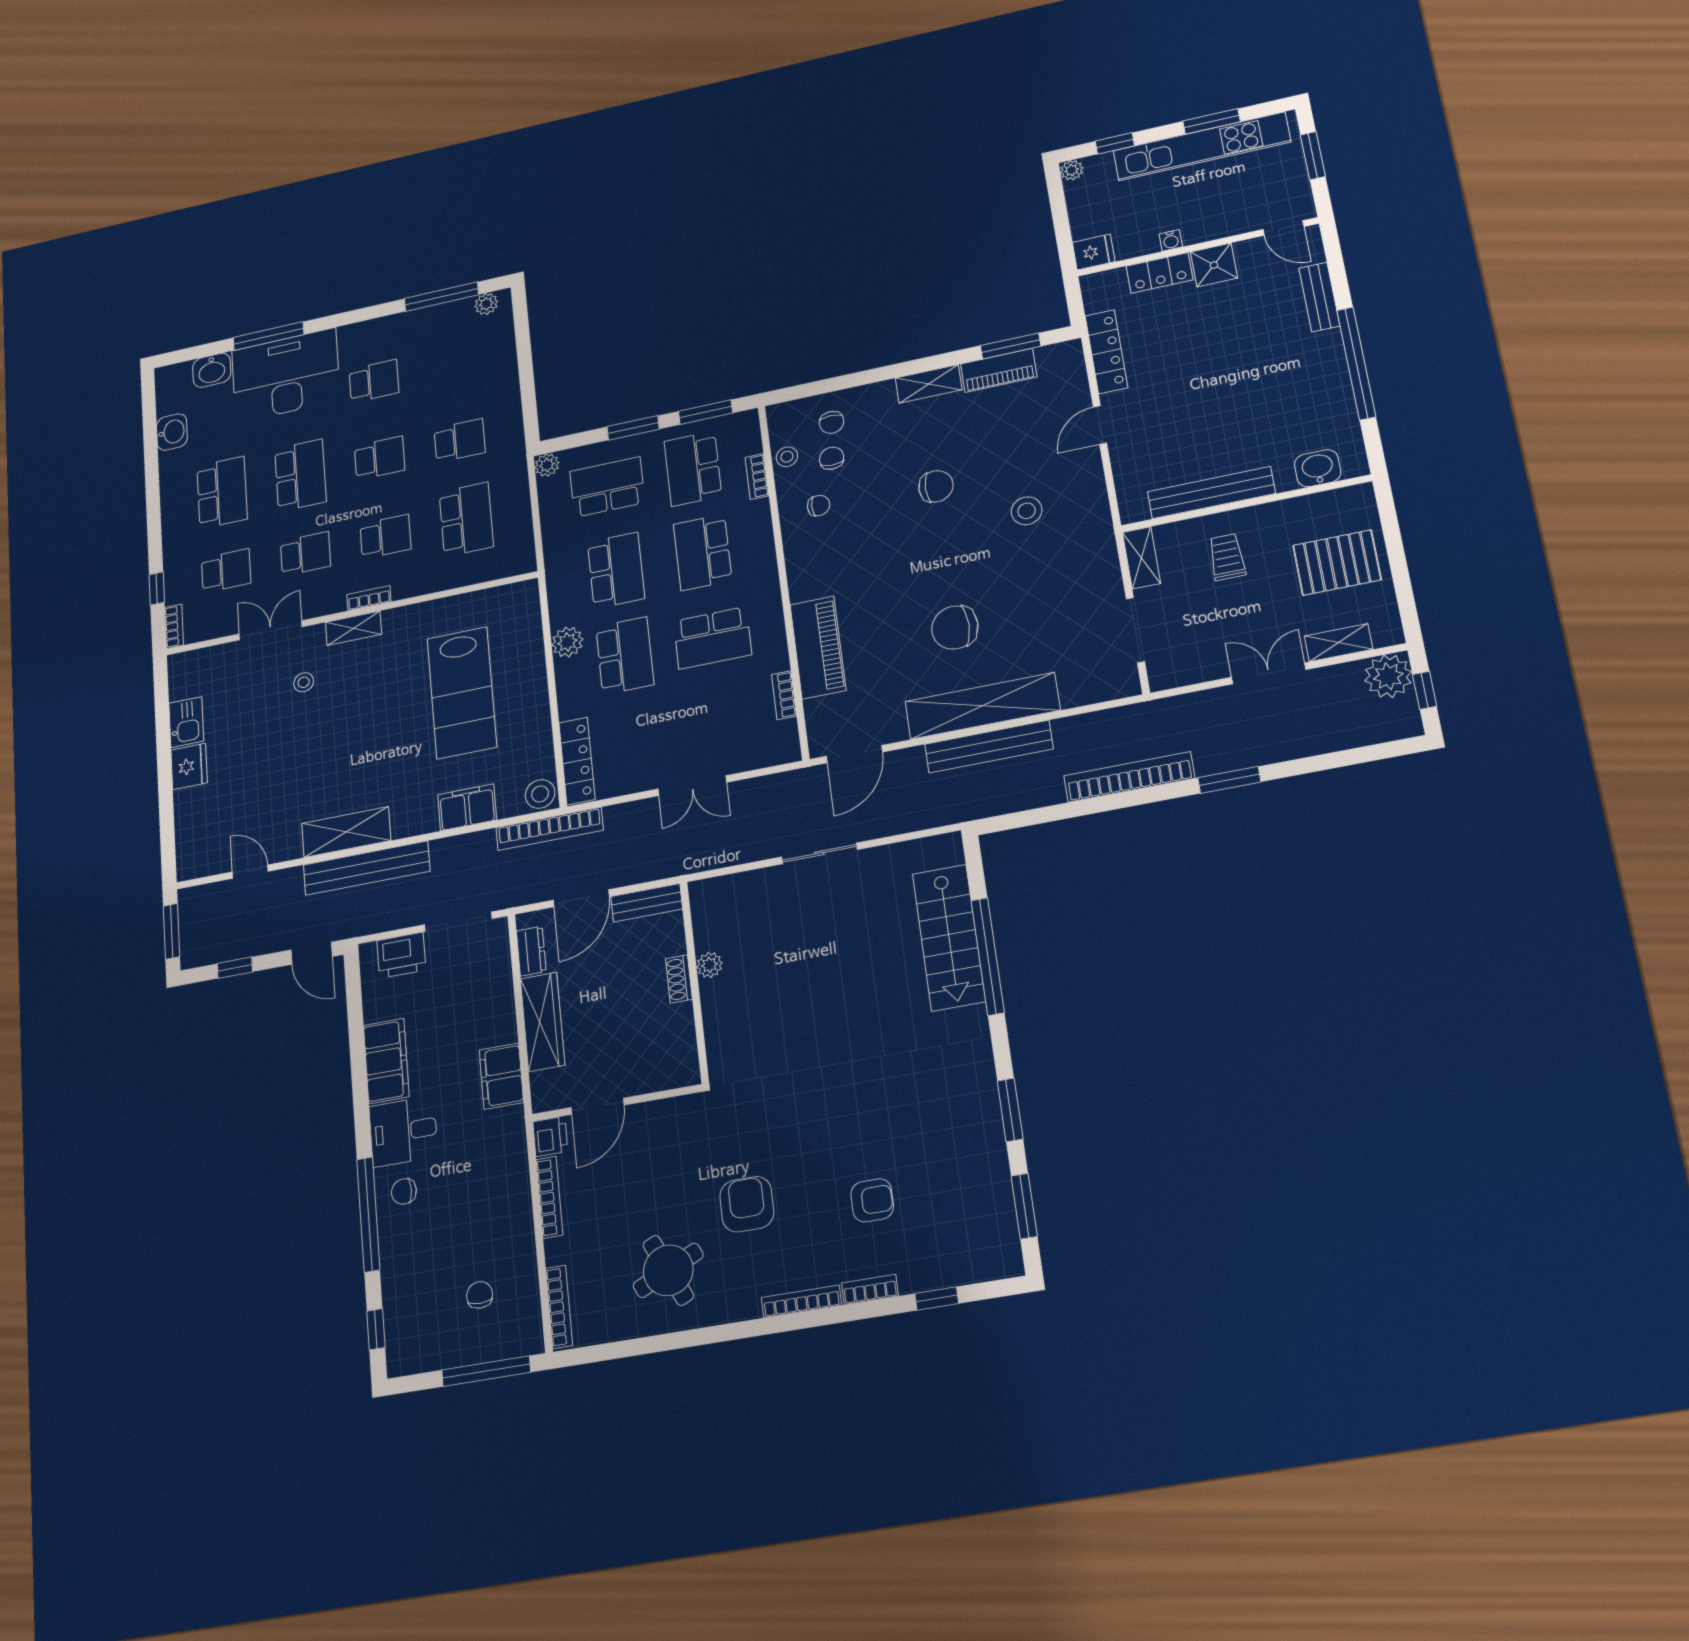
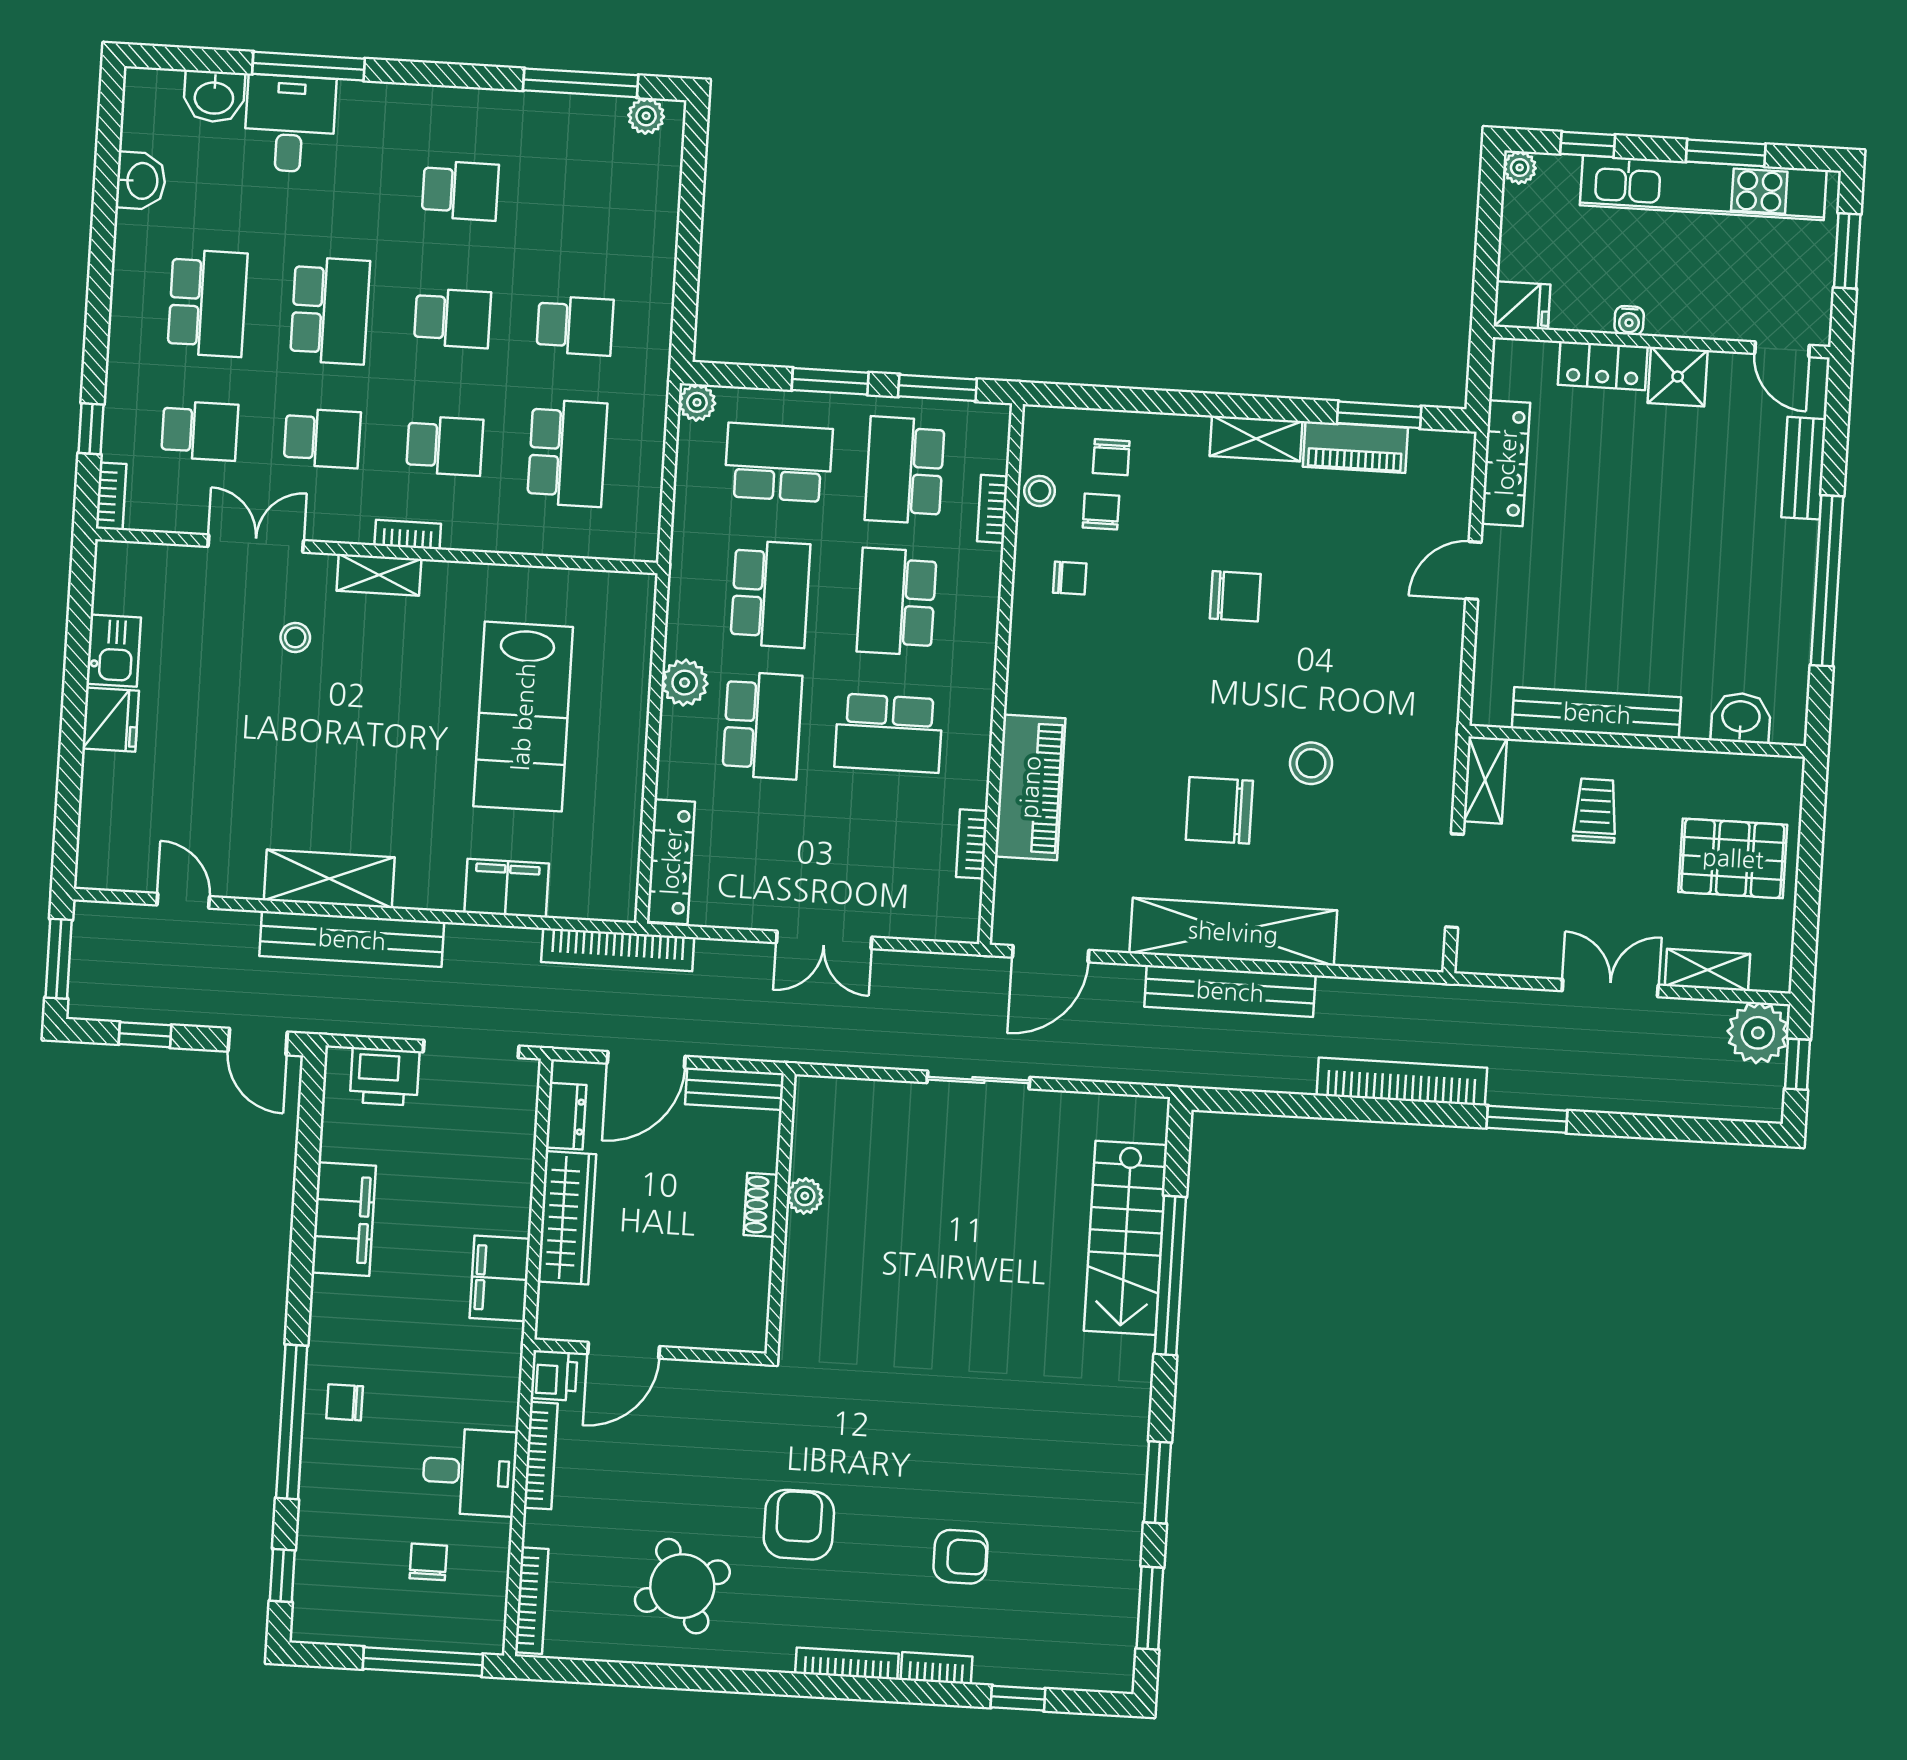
desk: (286, 375) -> (290, 124), width x0.53, depth x0.77
stool: (1027, 511) -> (1311, 763), moved
stool: (540, 794) -> (612, 896), removed
desk: (403, 1131) -> (470, 1472), moved, turned 180

